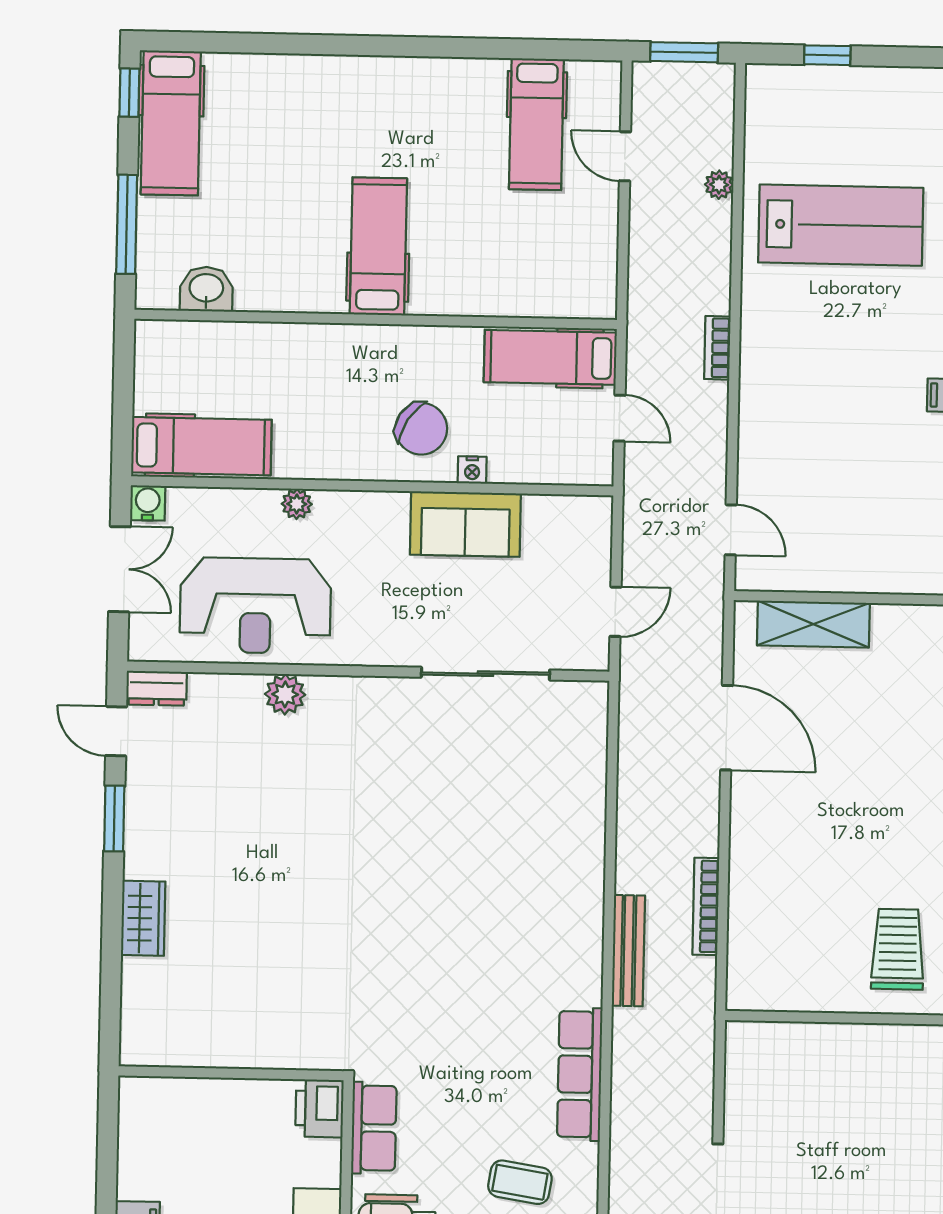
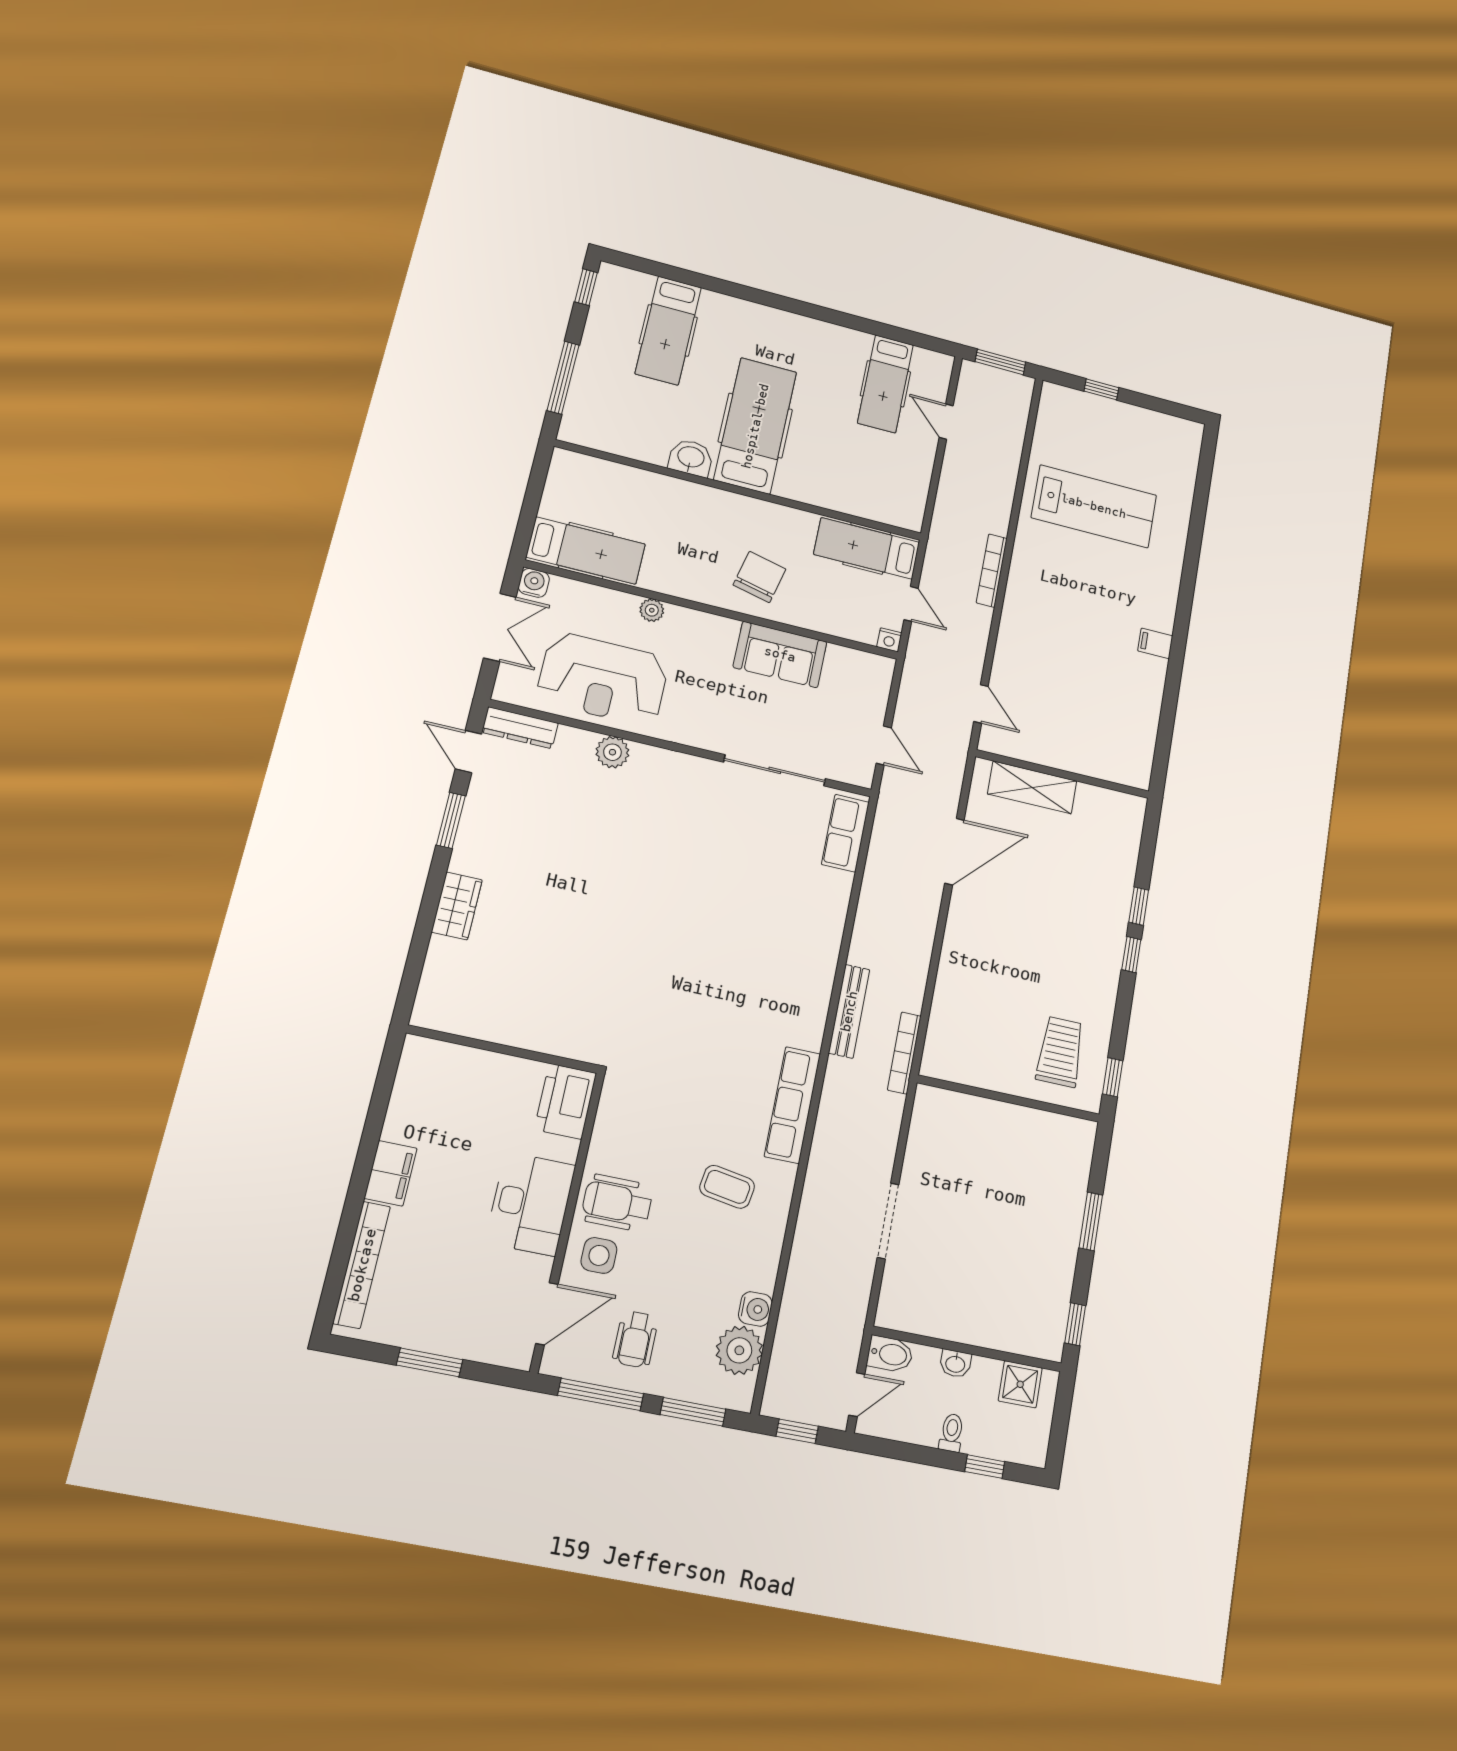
hospital bed: (171, 123) -> (668, 330), moved
plant: (719, 185) -> (1011, 457), removed
hospital bed: (378, 246) -> (755, 426), width x1.37, depth x1.29
washbasin: (206, 289) -> (691, 458), moved
bookcase: (717, 348) -> (992, 571), width x1.56
chair: (421, 429) -> (759, 577), turned -110
nightstand: (472, 470) -> (889, 640), moved
door: (615, 612) -> (884, 745), hinge flipped
dresser: (157, 688) -> (520, 728), width x1.44
door: (727, 728) -> (954, 852), hinge flipped
bookcase: (706, 906) -> (904, 1053), moved
printer: (319, 1108) -> (565, 1101), width x1.37, depth x1.19
row of seats: (374, 1128) -> (845, 833), moved, turned 180

